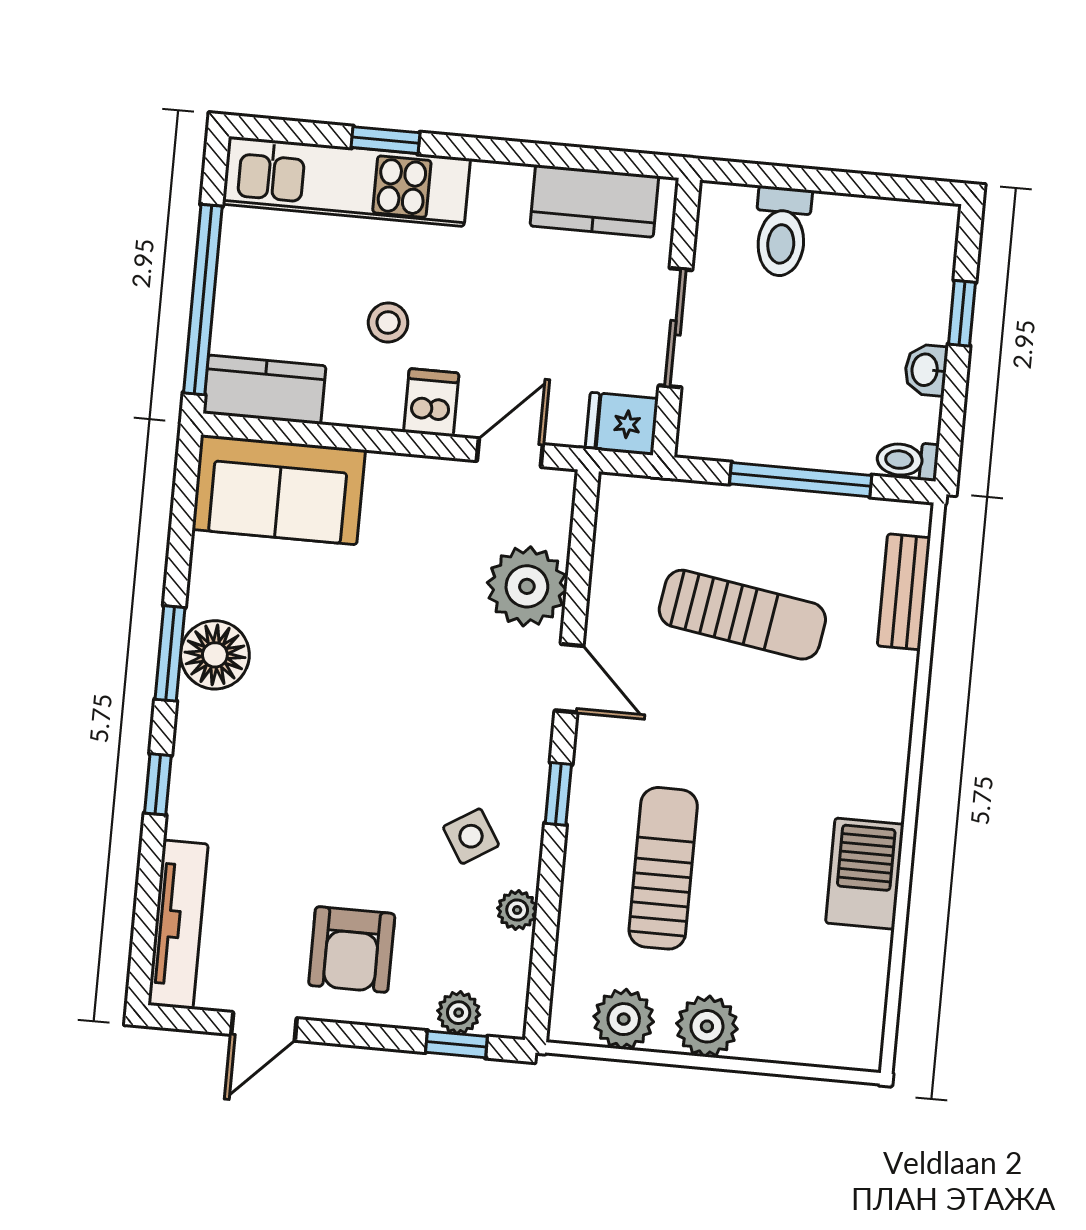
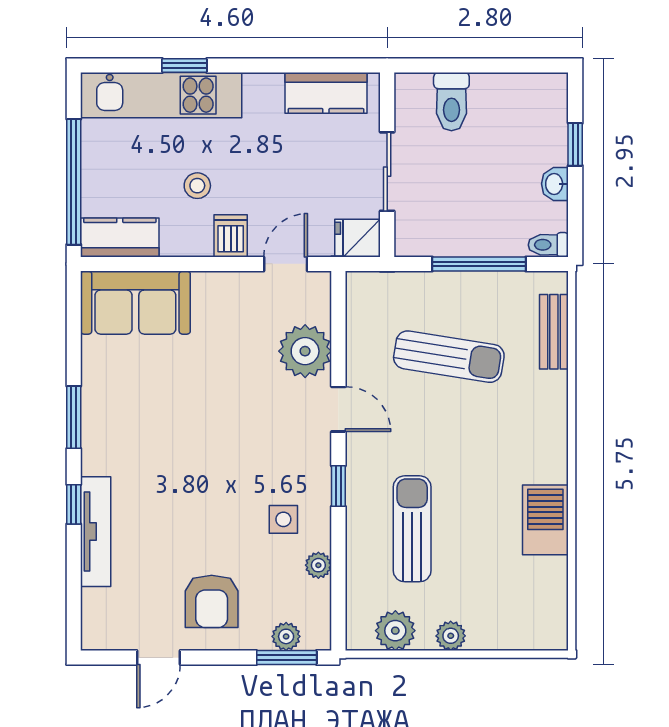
floor lamp: (215, 655) -> (103, 415), removed
side table: (471, 836) -> (283, 519), turned 32
tv unit: (178, 925) -> (96, 532), moved
plant: (707, 1026) -> (451, 636), width x0.73, depth x0.73
window: (456, 1044) -> (287, 658), width x1.50

